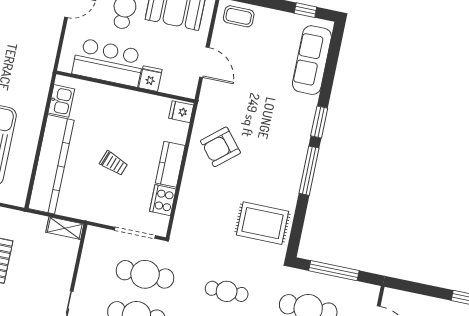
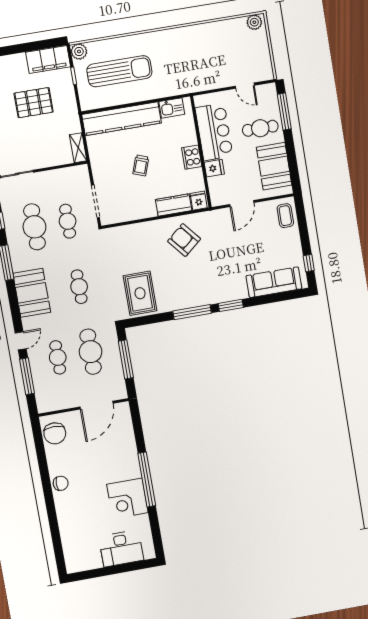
kitchen counter: (170, 164) -> (174, 205), moved
cooker: (163, 200) -> (192, 157), moved, turned -90
cafe table: (145, 274) -> (68, 221), width x0.73, depth x0.74

